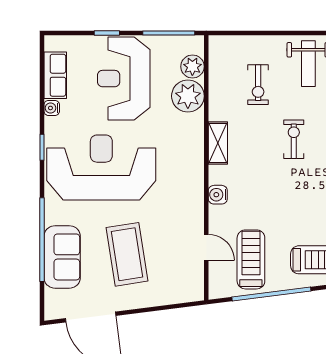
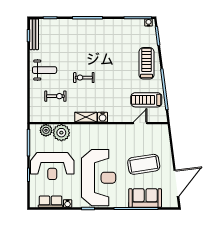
reception desk: (101, 167) -> (99, 178), turned 180
water cooler: (218, 195) -> (103, 117), moved

